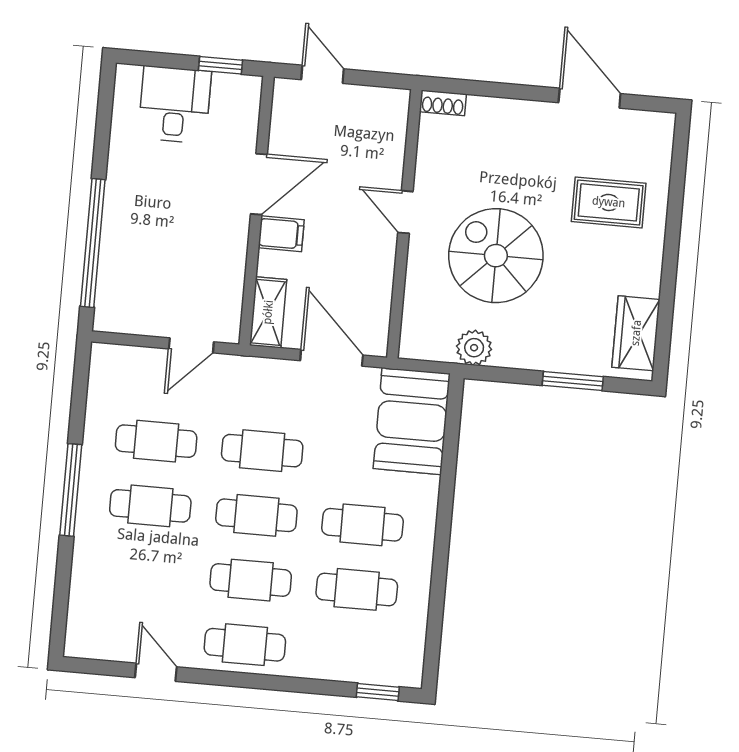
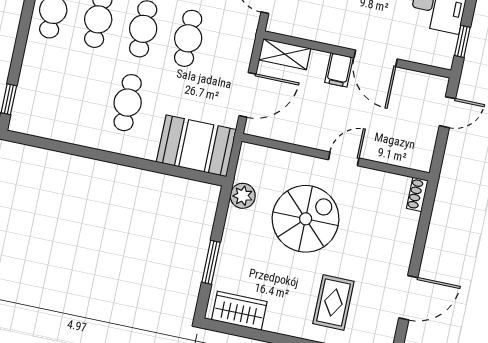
cafe table: (357, 589) -> (83, 93), removed

